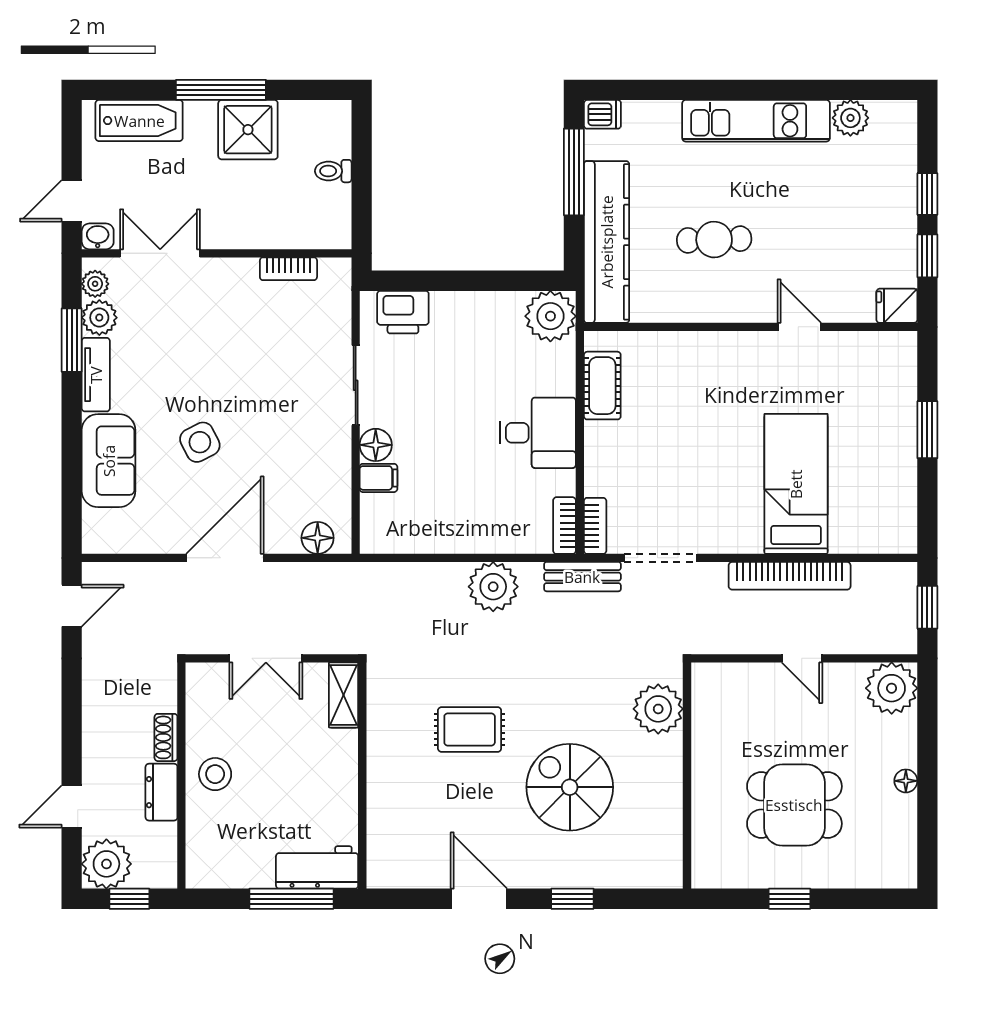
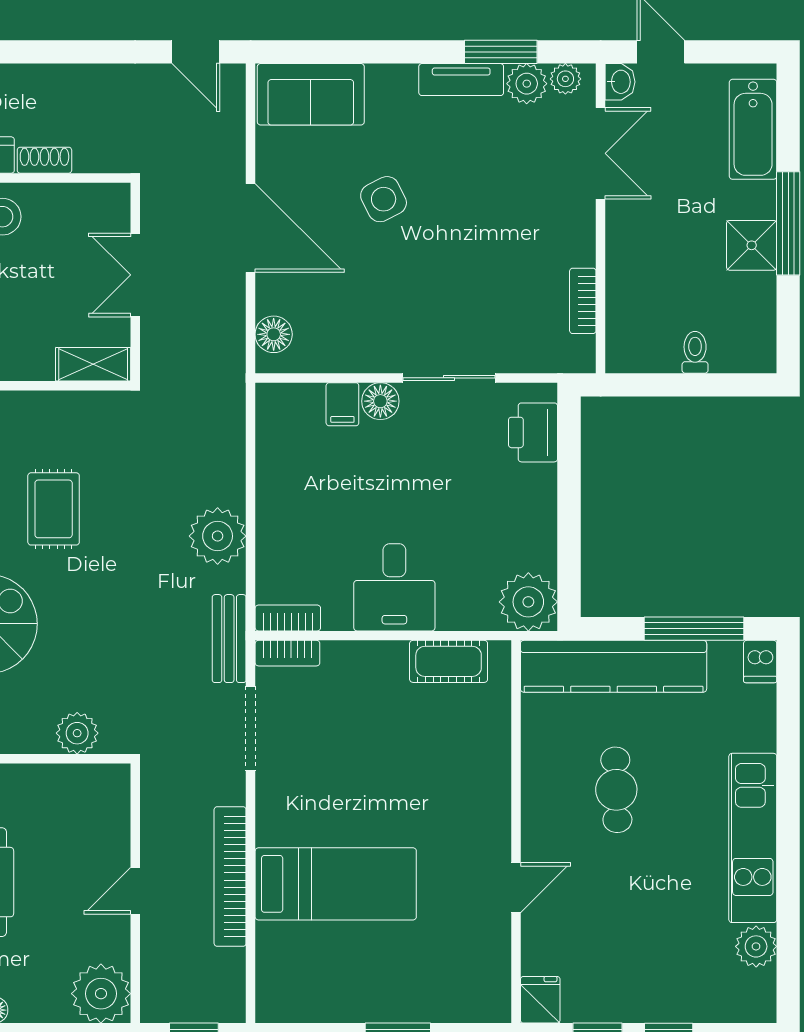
shower: (248, 130) -> (752, 245), width x0.73, depth x0.73
sofa: (109, 461) -> (311, 94), moved
plant: (658, 709) -> (77, 733), width x0.73, depth x0.73

